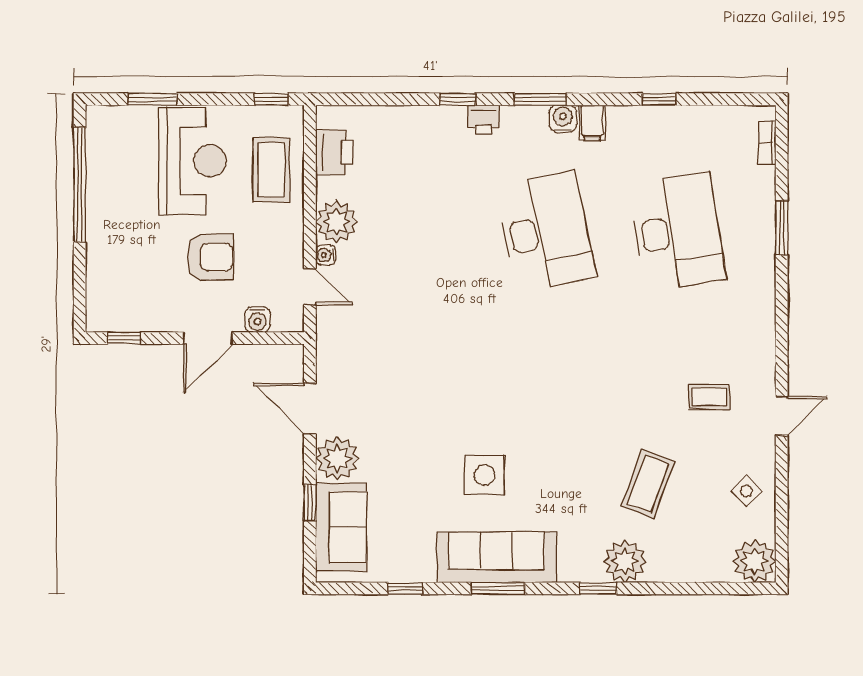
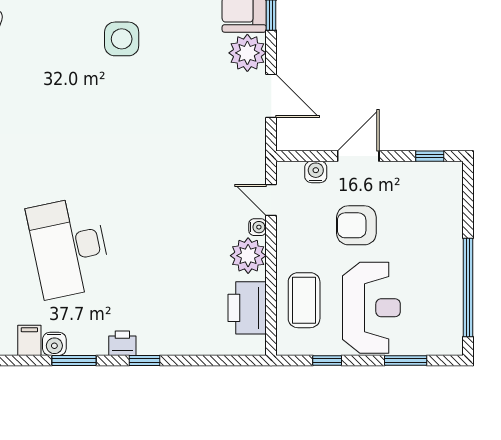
window: (271, 99) -> (327, 360), moved
printer: (334, 152) -> (247, 308), width x1.37, depth x1.19
reception desk: (193, 161) -> (371, 308), turned 180

